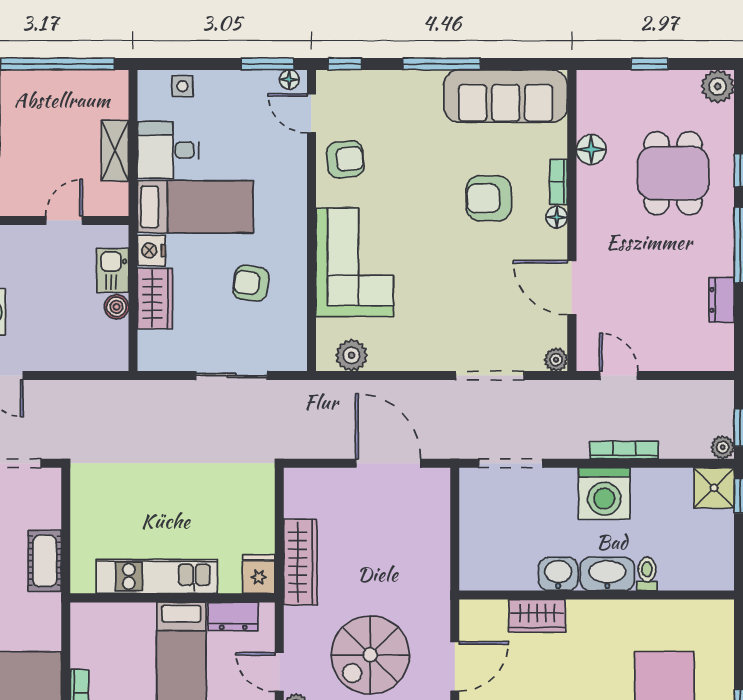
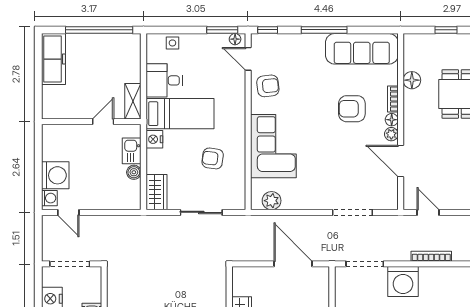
shelving: (115, 151) -> (133, 101), moved
wardrobe: (155, 299) -> (156, 192), moved
plant: (556, 360) -> (391, 134), moved
washing machine: (604, 493) -> (403, 282), moved

